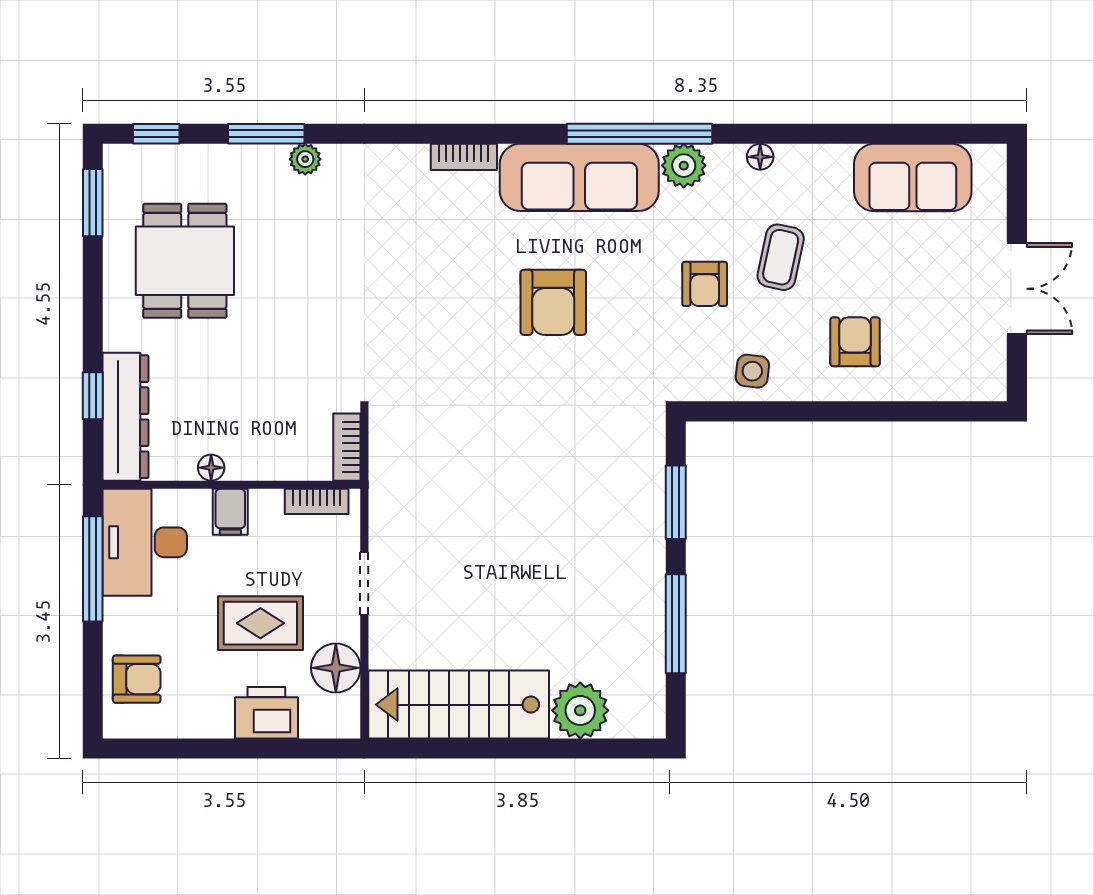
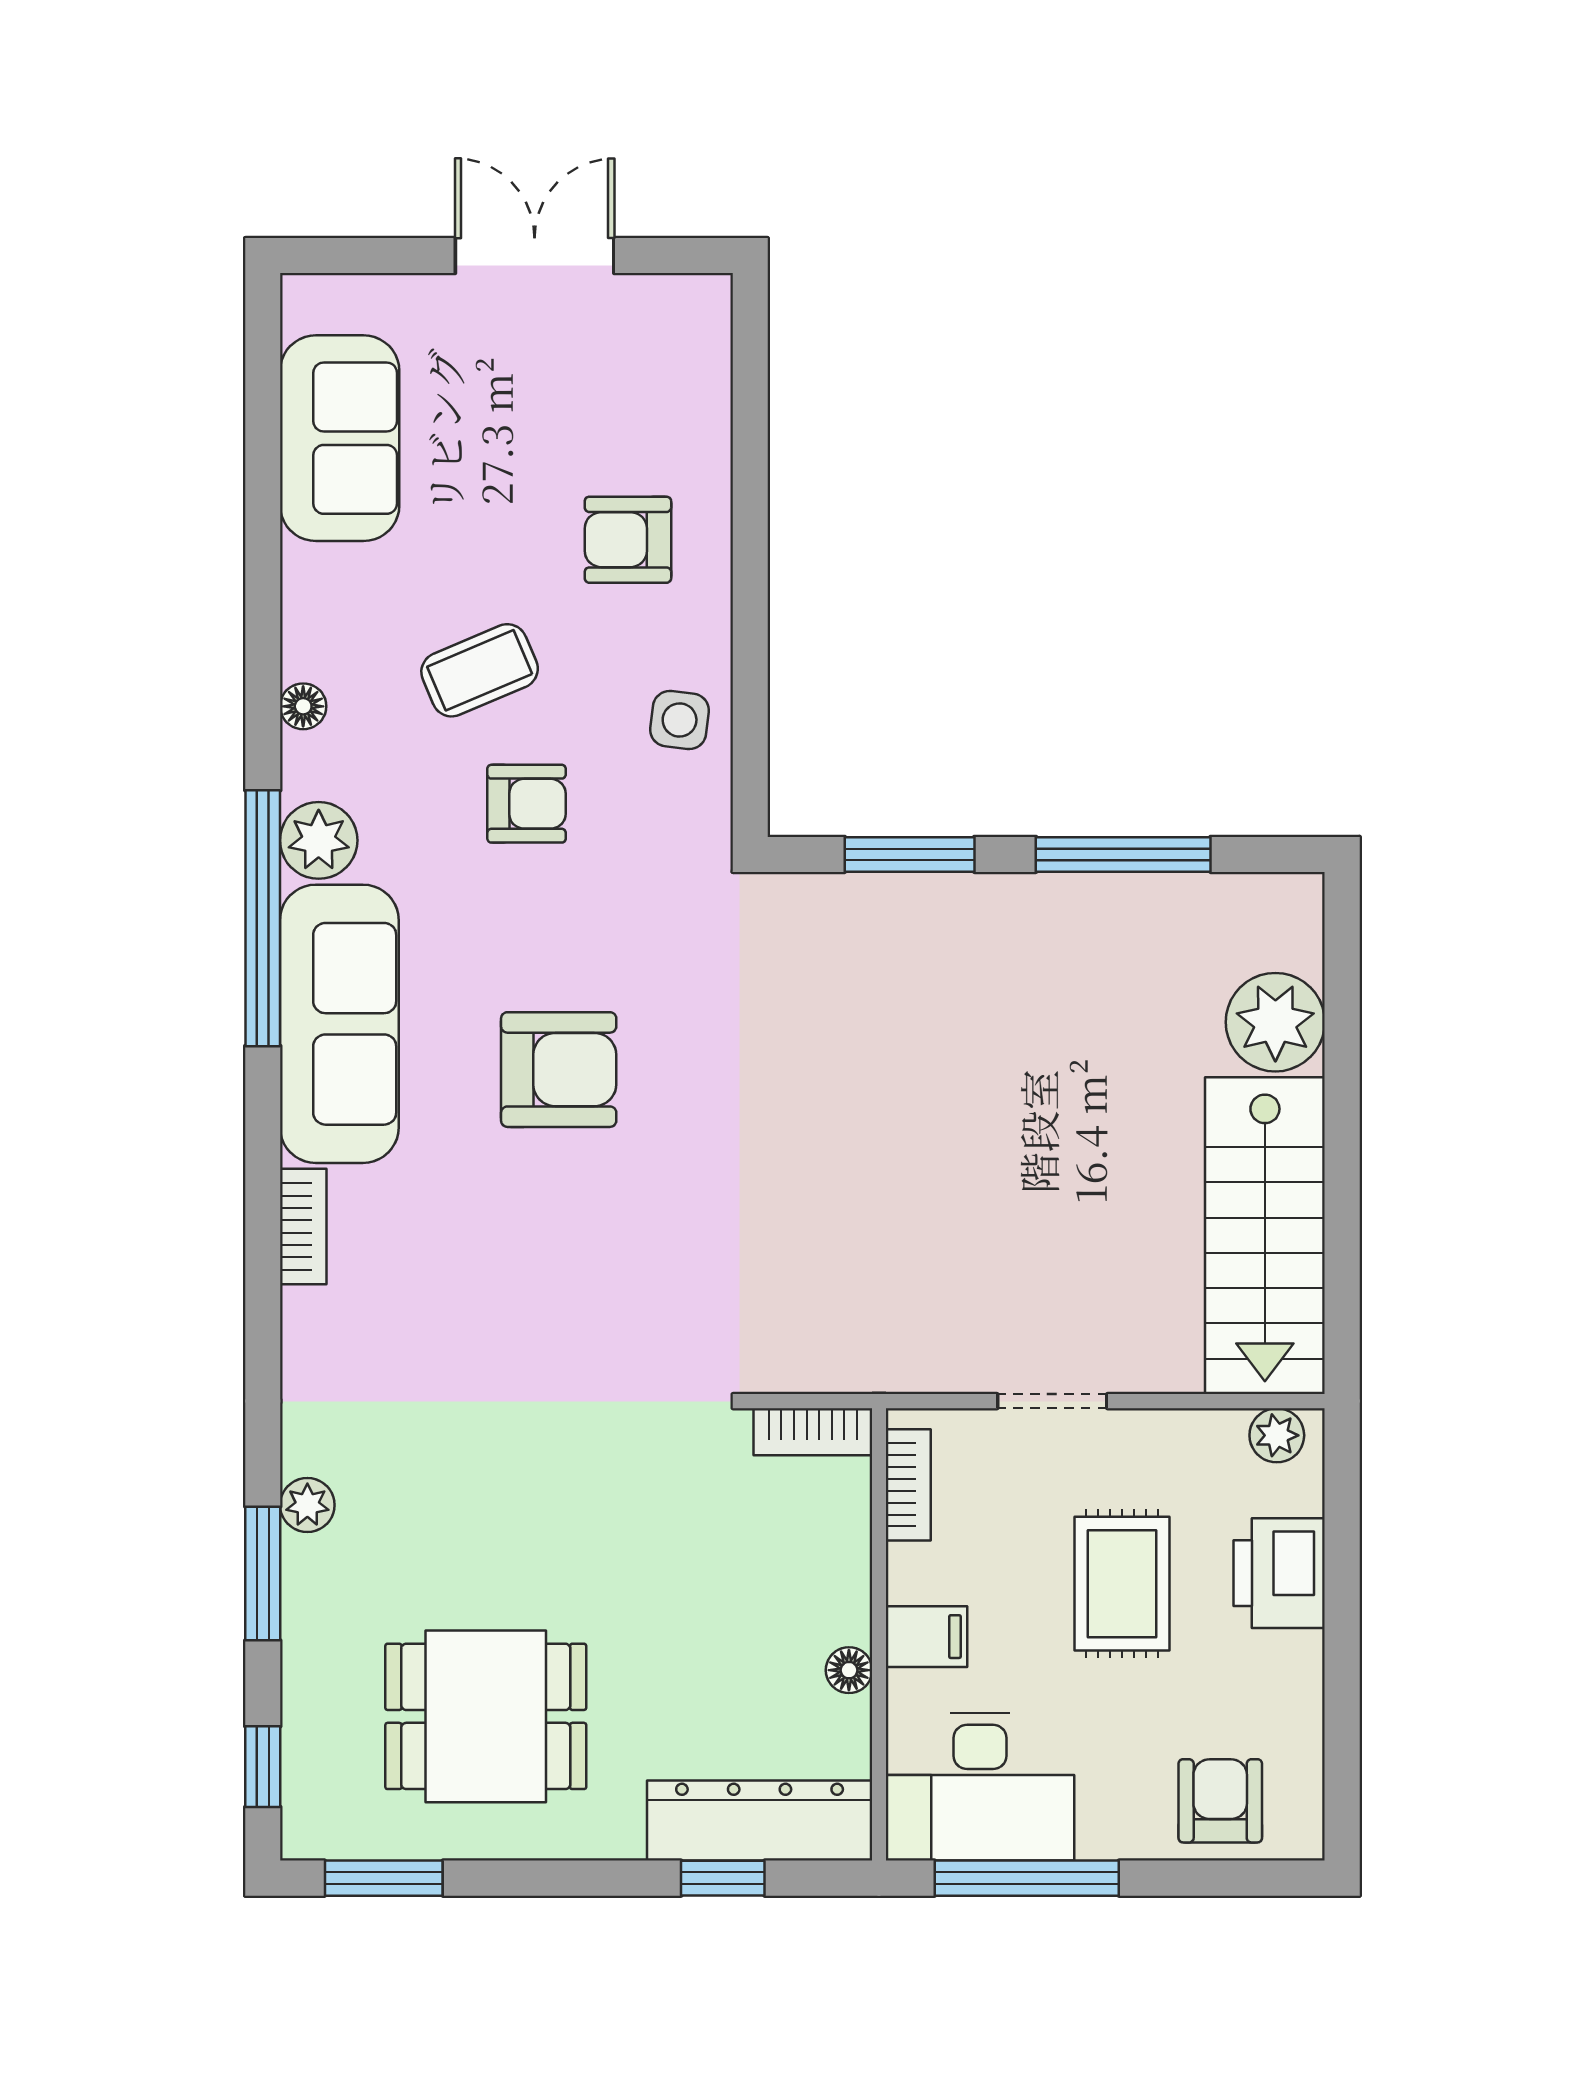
coffee table: (781, 257) -> (480, 670), turned -35
floor lamp: (336, 668) -> (1201, 1451), removed
plant: (345, 711) -> (1277, 1435), added

